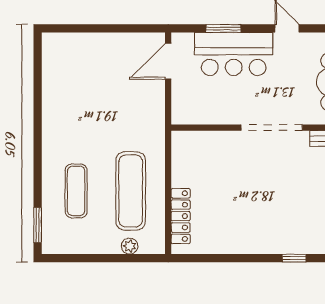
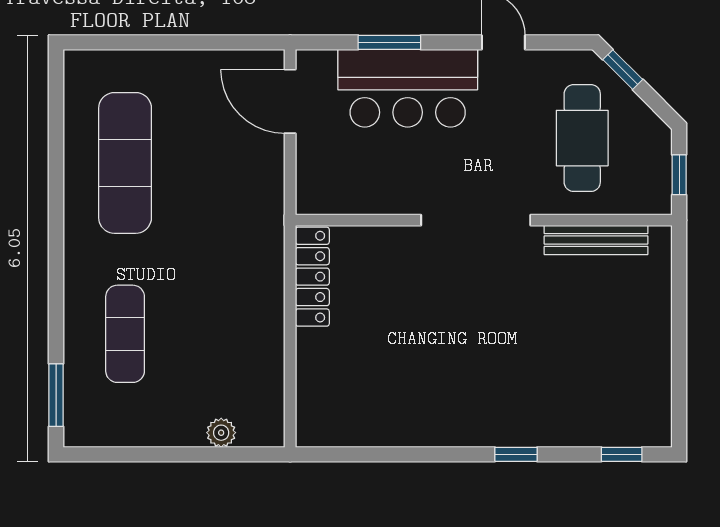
door: (168, 61) -> (290, 101), hinge flipped
exercise mat: (131, 191) -> (125, 163), moved
locker: (181, 216) -> (312, 277), moved

